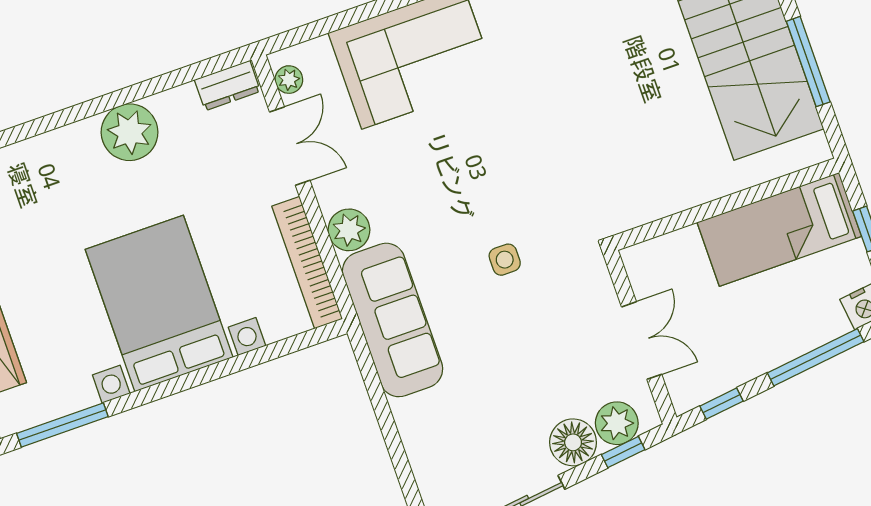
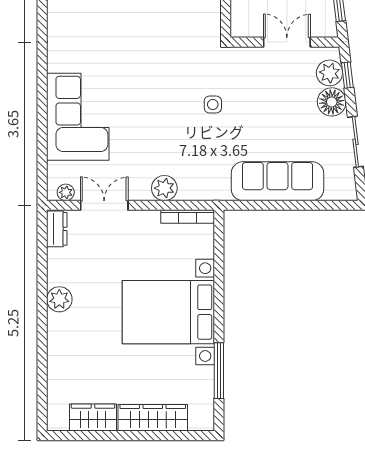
plant: (130, 132) -> (59, 299), width x0.73, depth x0.73
bookcase: (307, 263) -> (188, 217), width x0.68, depth x0.76
sofa: (393, 320) -> (277, 181), moved
window: (62, 425) -> (219, 371), moved

